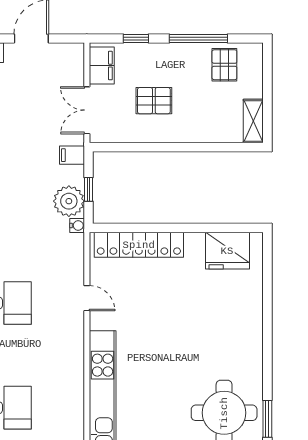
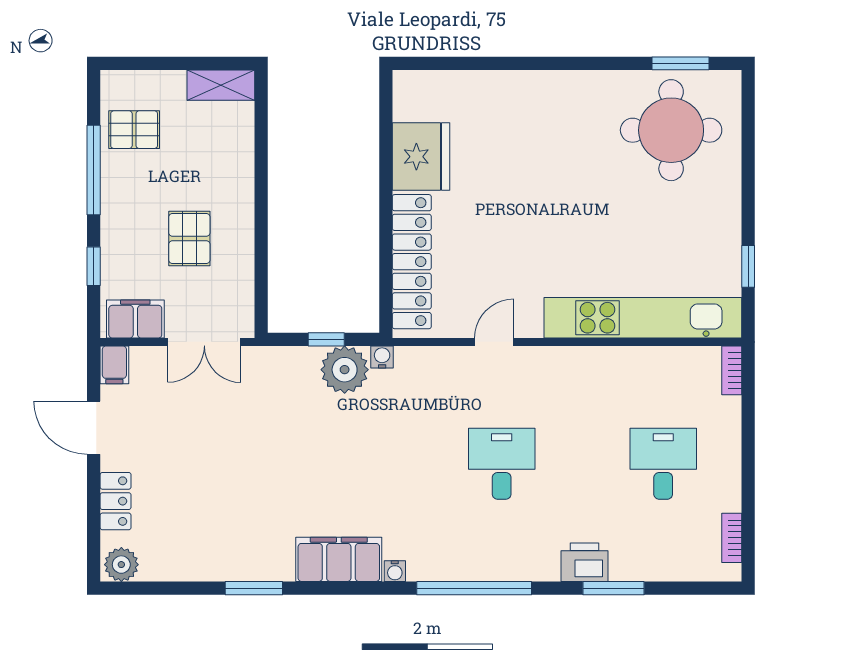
filing cabinet: (72, 155) -> (114, 365), moved
fridge: (227, 251) -> (421, 157), moved

